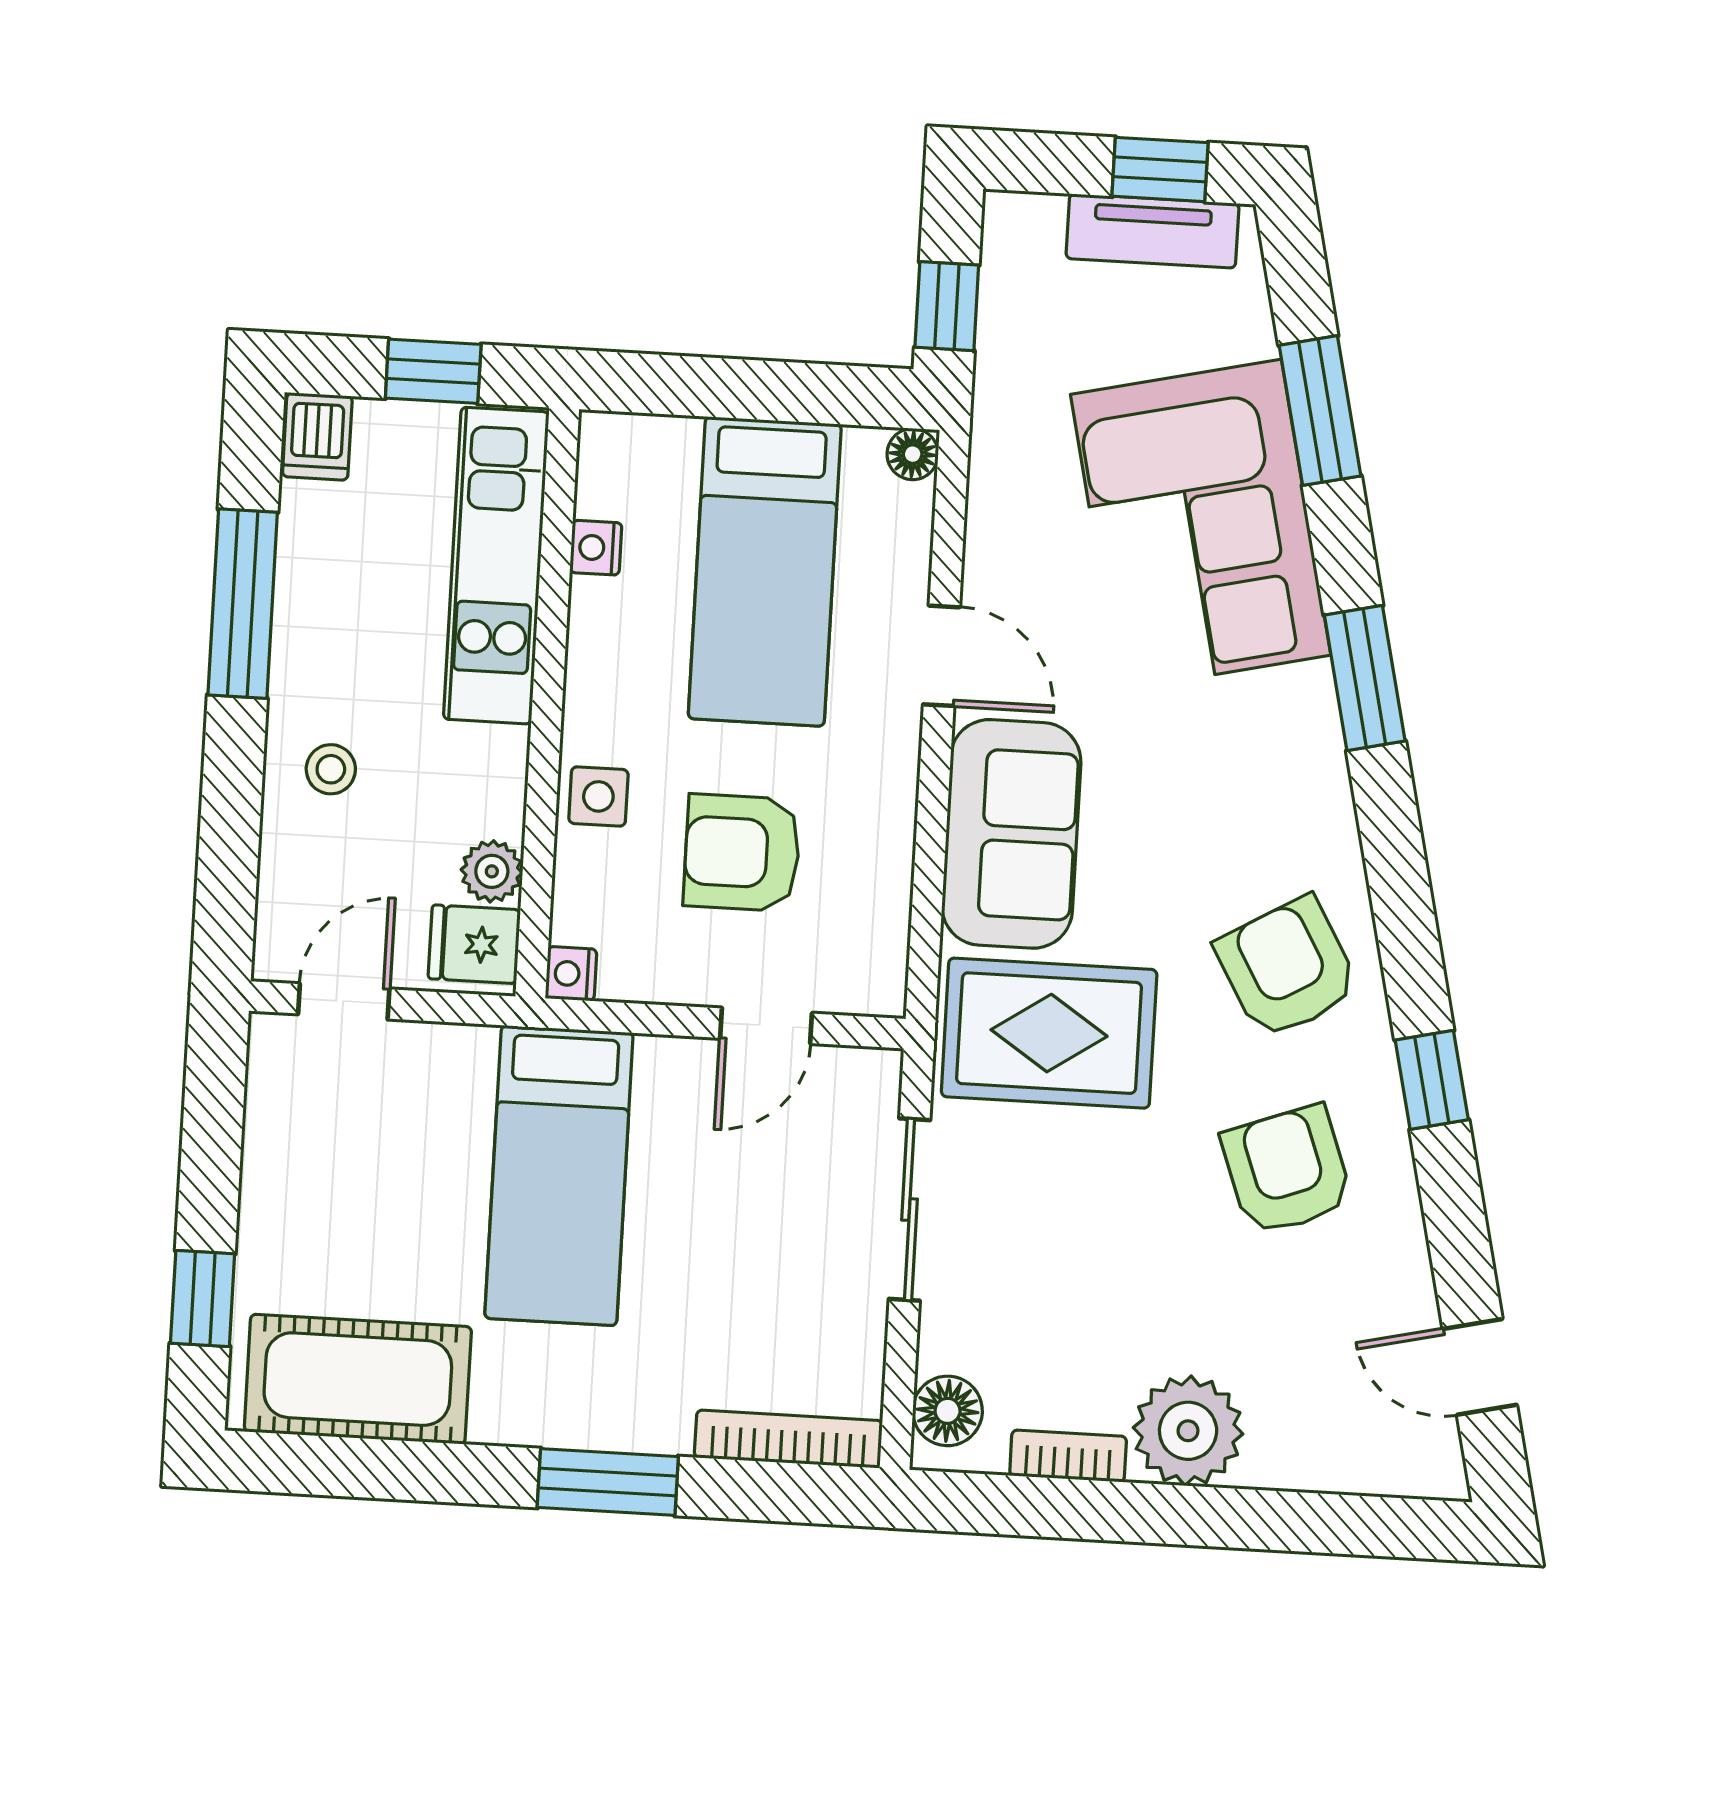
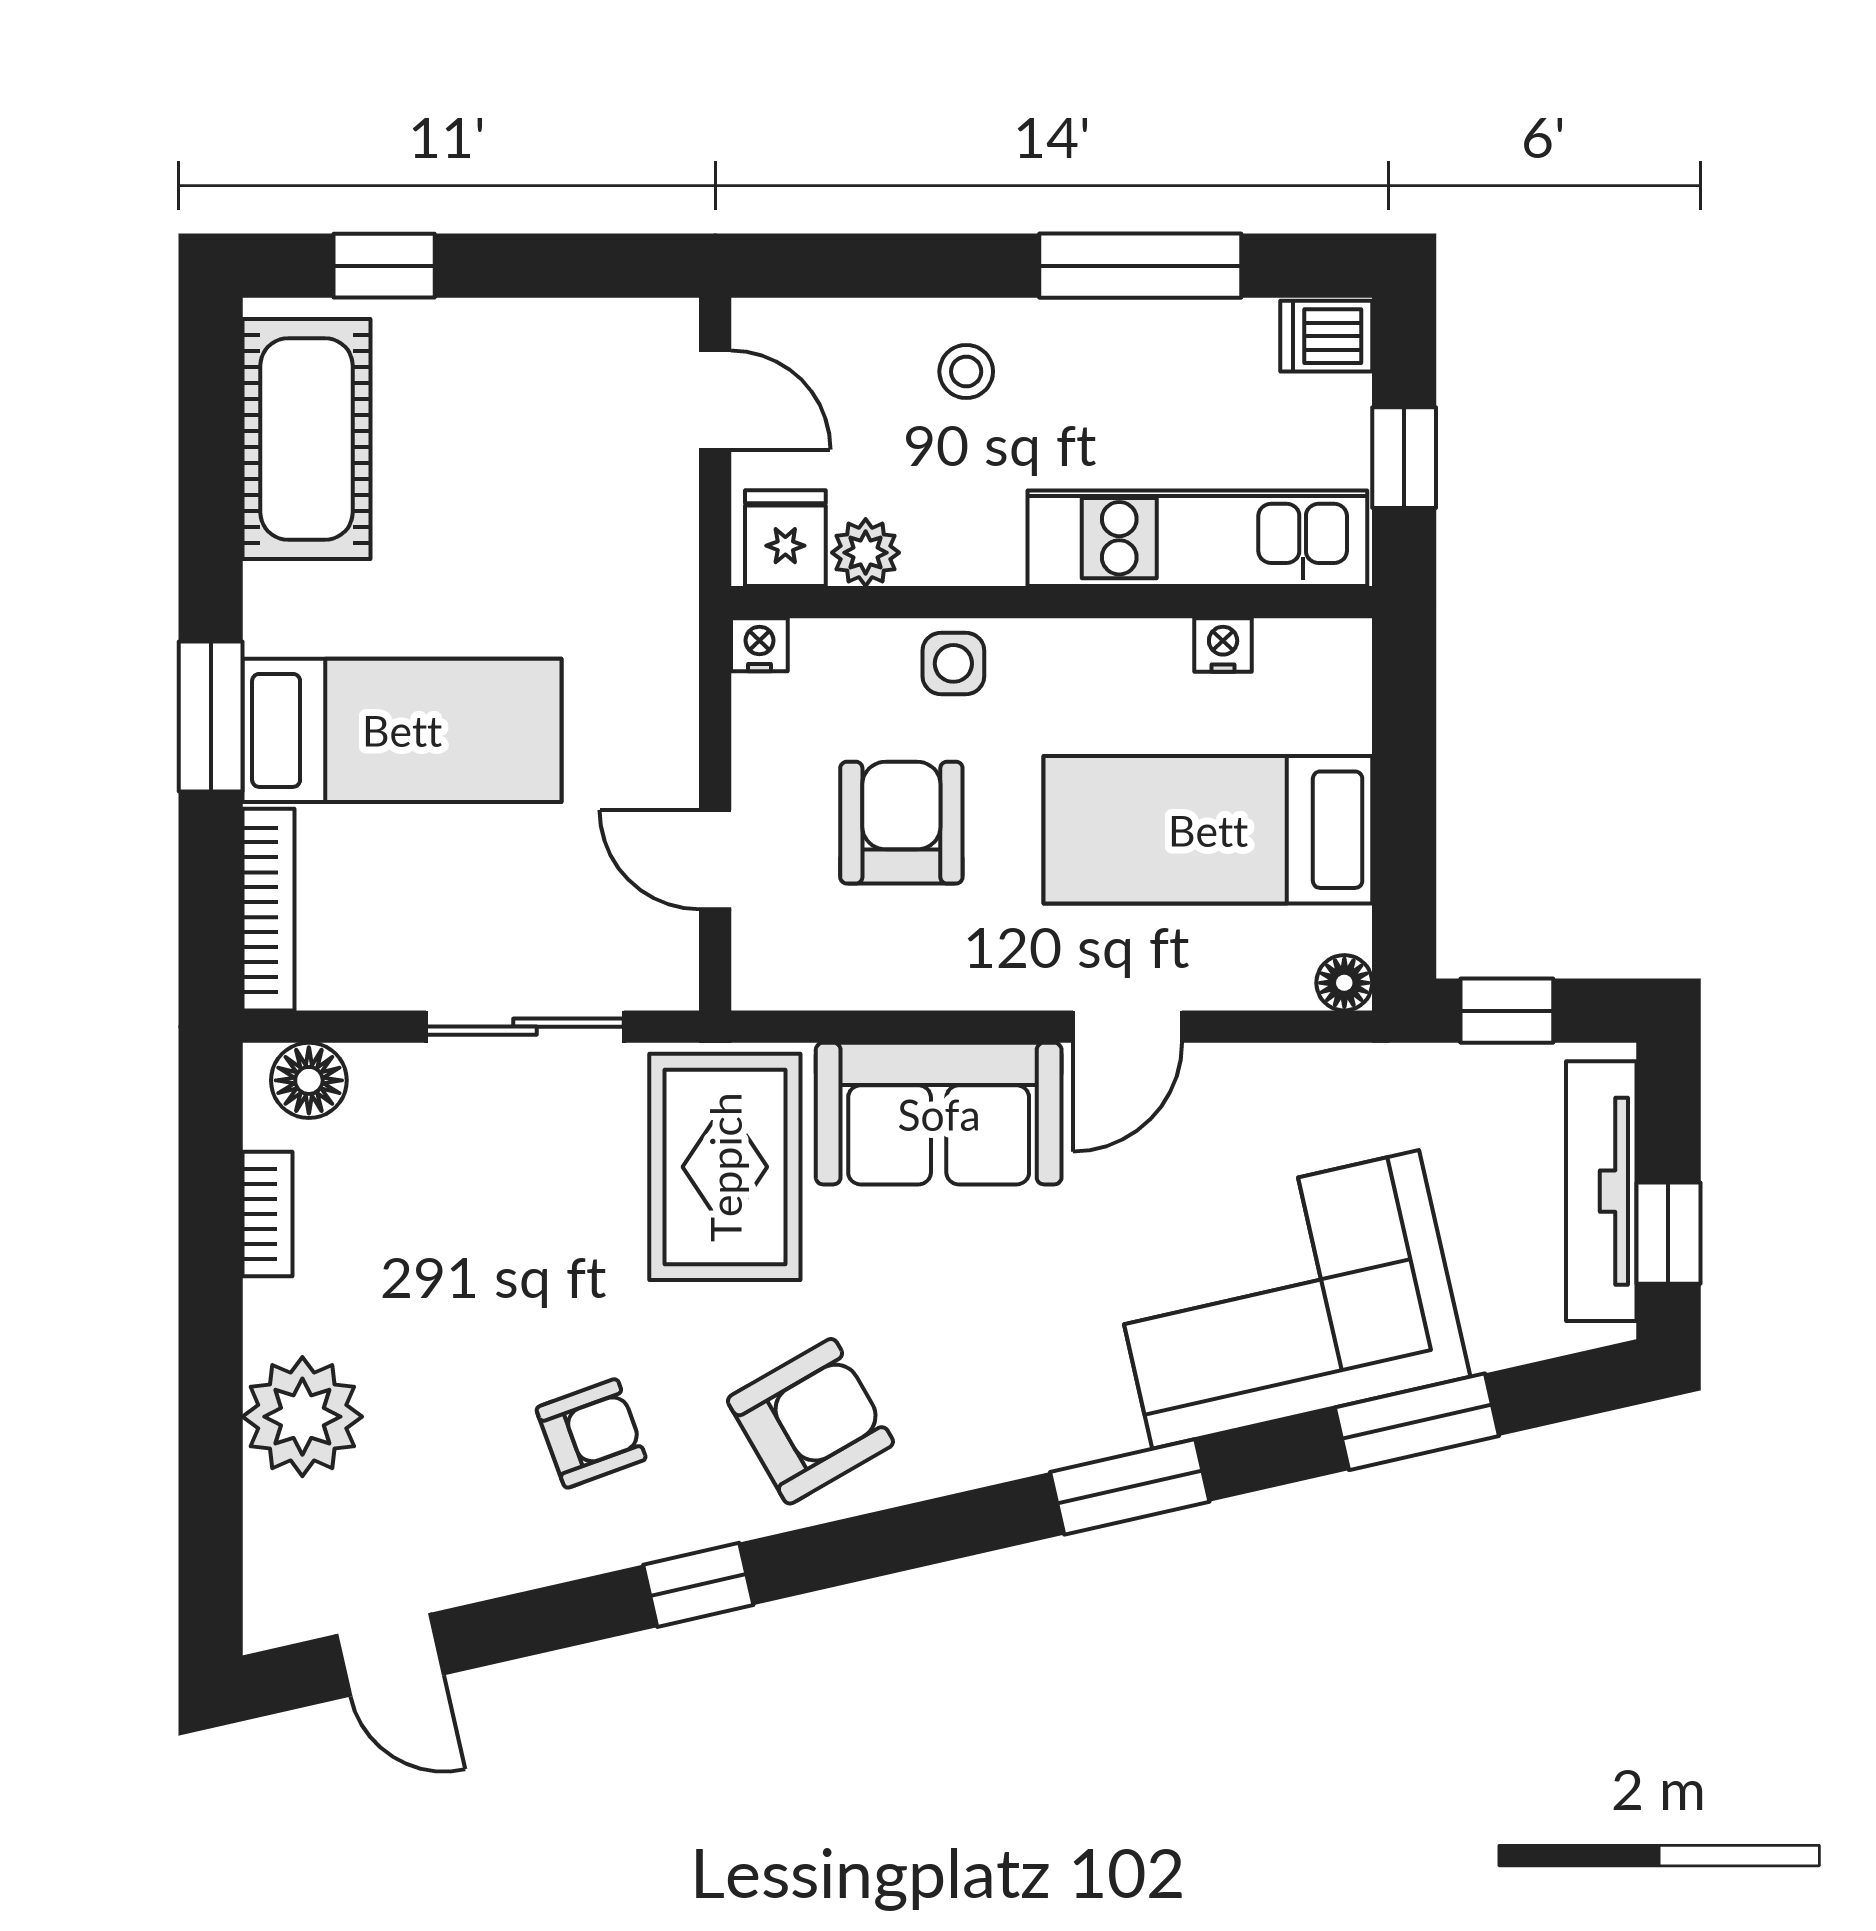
tv unit: (1152, 231) -> (1601, 1191), width x1.41
armchair: (1287, 1170) -> (591, 1433), width x0.72, depth x0.72
bed: (559, 1176) -> (402, 730), moved, turned 180
door: (1480, 1367) -> (390, 1655), swing flipped
plant: (1188, 1431) -> (302, 1417), moved

